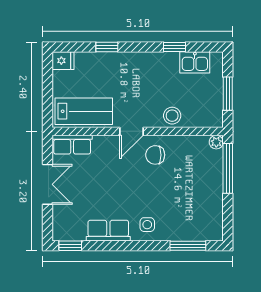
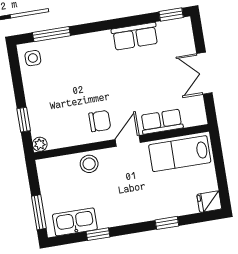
kitchen sink: (195, 62) -> (75, 222), width x1.38
window: (228, 94) -> (39, 212), moved
row of seats: (72, 145) -> (162, 122), moved
window: (228, 168) -> (24, 120), width x0.46
side table: (147, 225) -> (33, 58), moved

